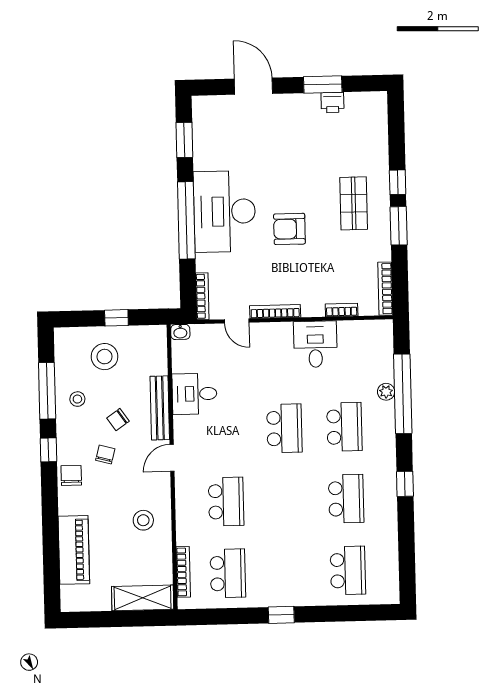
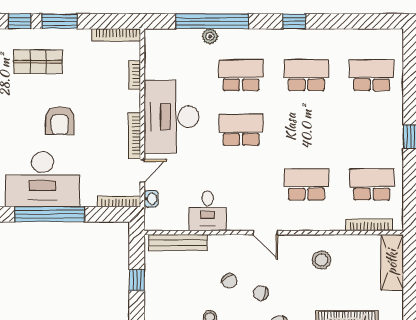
washbasin: (180, 332) -> (151, 199), moved
desk: (315, 344) -> (171, 117), width x1.87, depth x1.30
stool: (104, 357) -> (172, 292), removed
bench: (160, 408) -> (178, 243), moved

